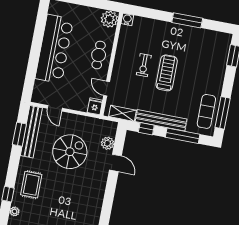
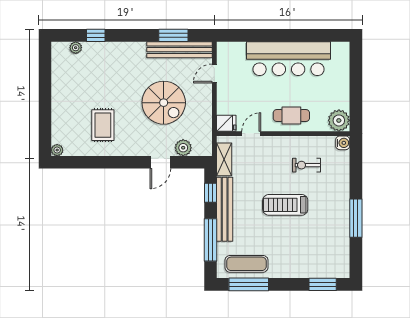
exercise bike: (144, 65) -> (307, 165), moved
treadmill: (167, 73) -> (285, 205), turned 180
rug: (31, 185) -> (103, 125), moved, turned 90

